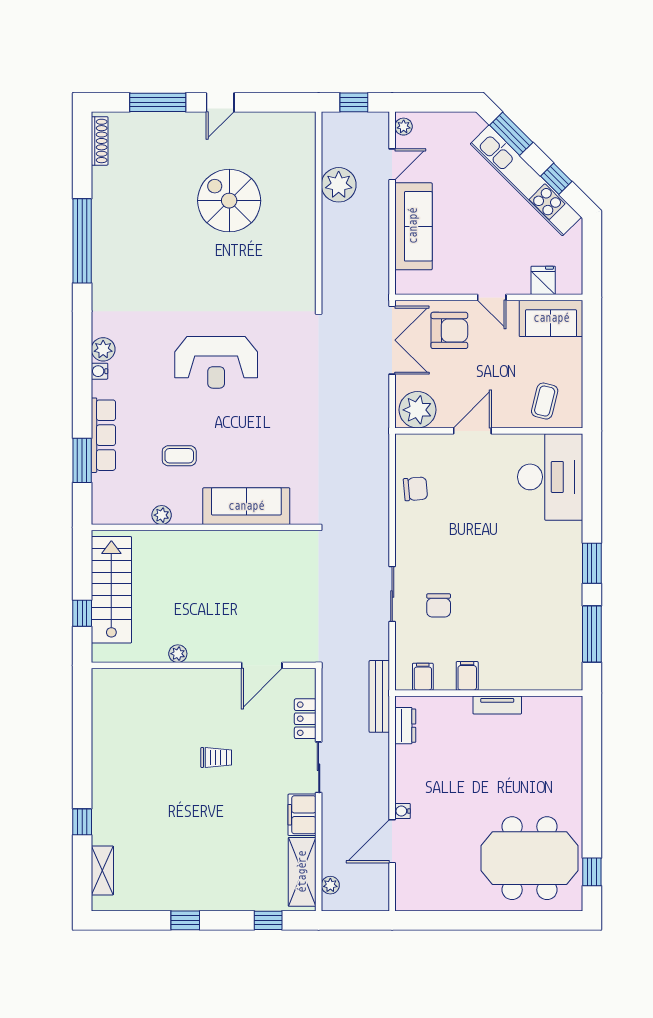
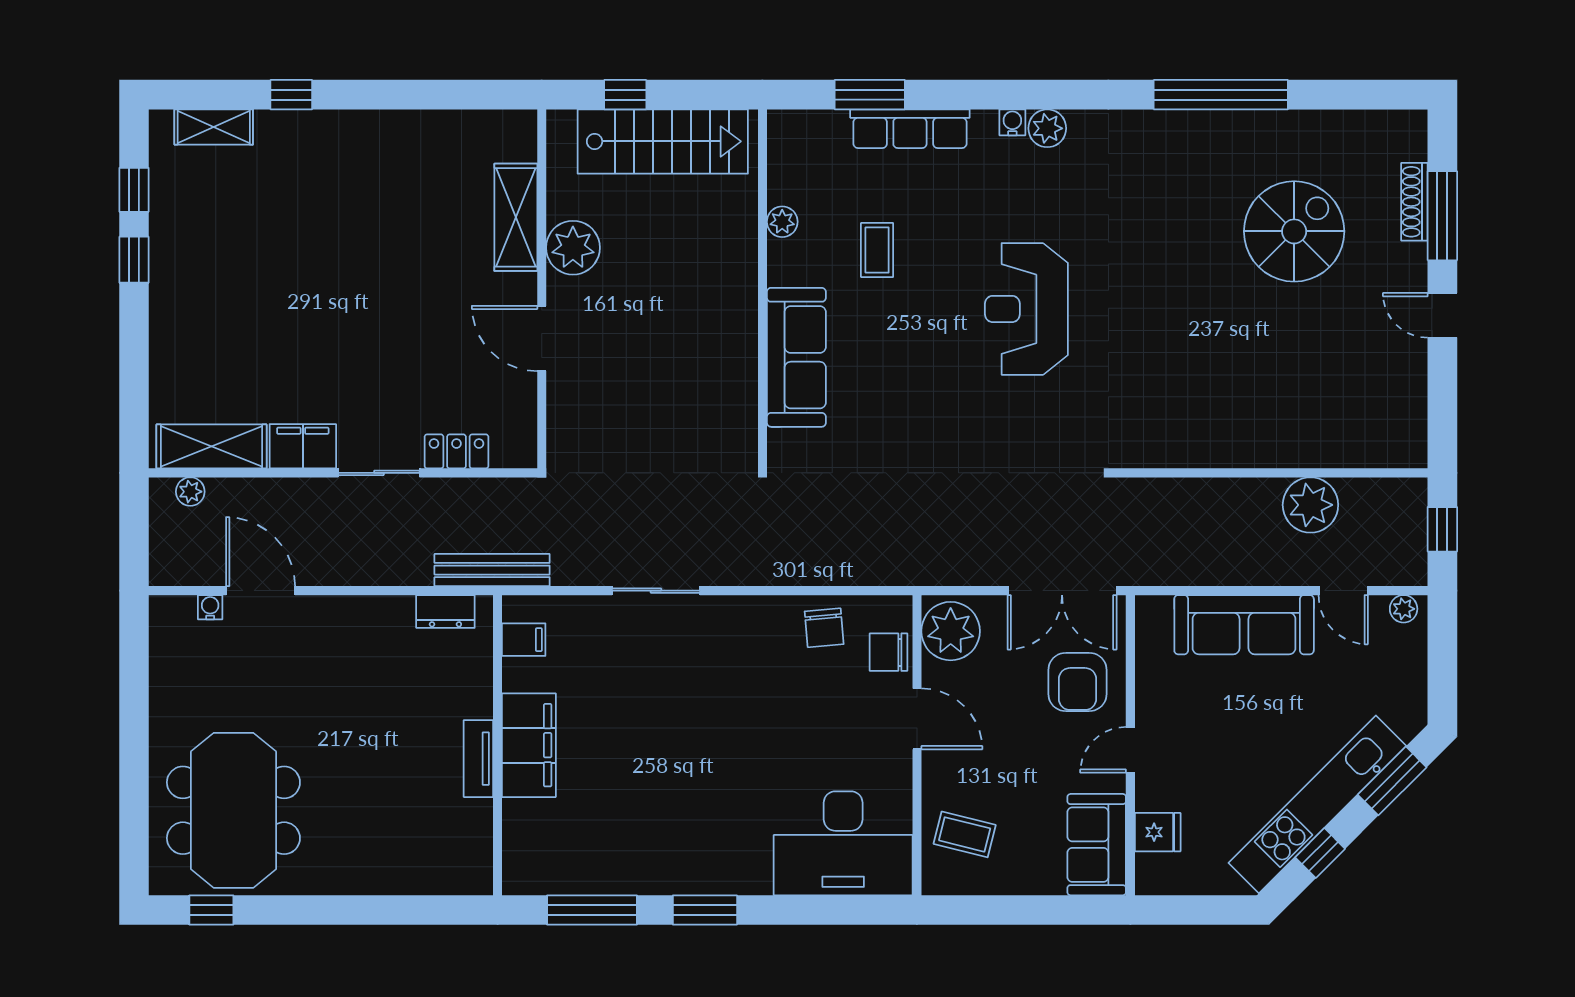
shoe rack: (100, 141) -> (1414, 202), moved, turned 90
spiral stairs: (229, 201) -> (1294, 231), moved
chair: (439, 605) -> (889, 652), moved
plant: (178, 654) -> (573, 248), width x1.88, depth x1.88
door: (262, 665) -> (542, 338), moved
filing cabinet: (467, 676) -> (529, 745), width x3.00, depth x1.17
shelving: (159, 682) -> (516, 217), added
trolley: (216, 757) -> (394, 309), removed
water cooler: (403, 811) -> (210, 607), moved
window: (268, 920) -> (134, 190), moved

